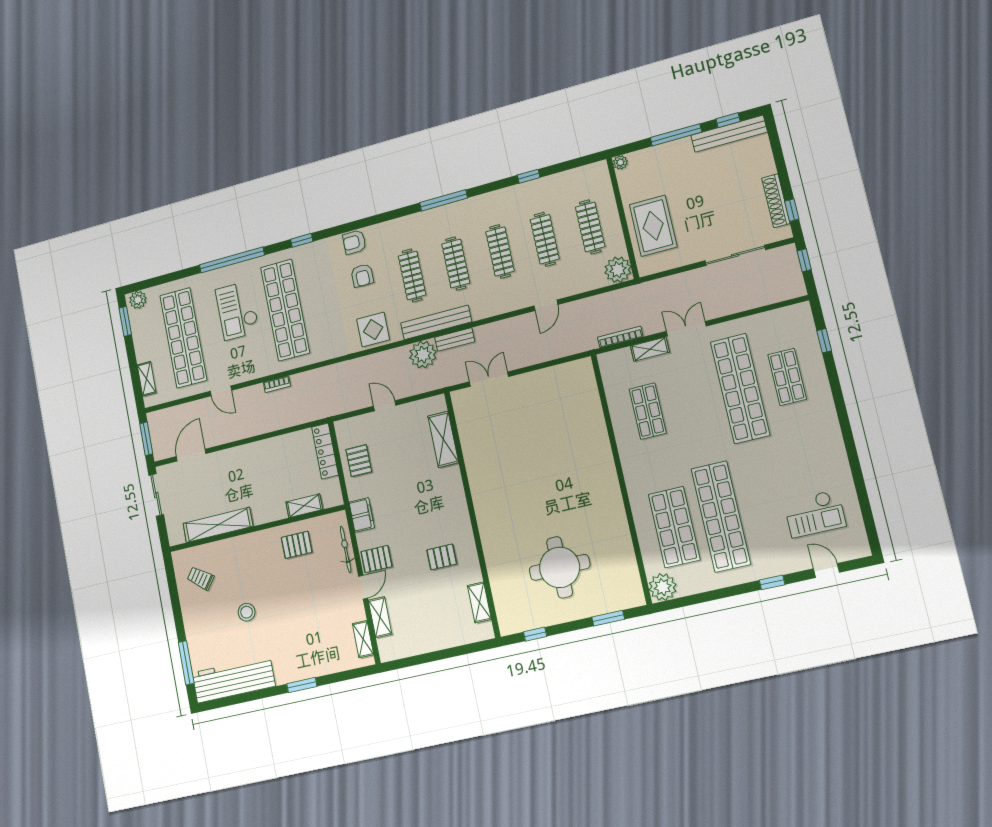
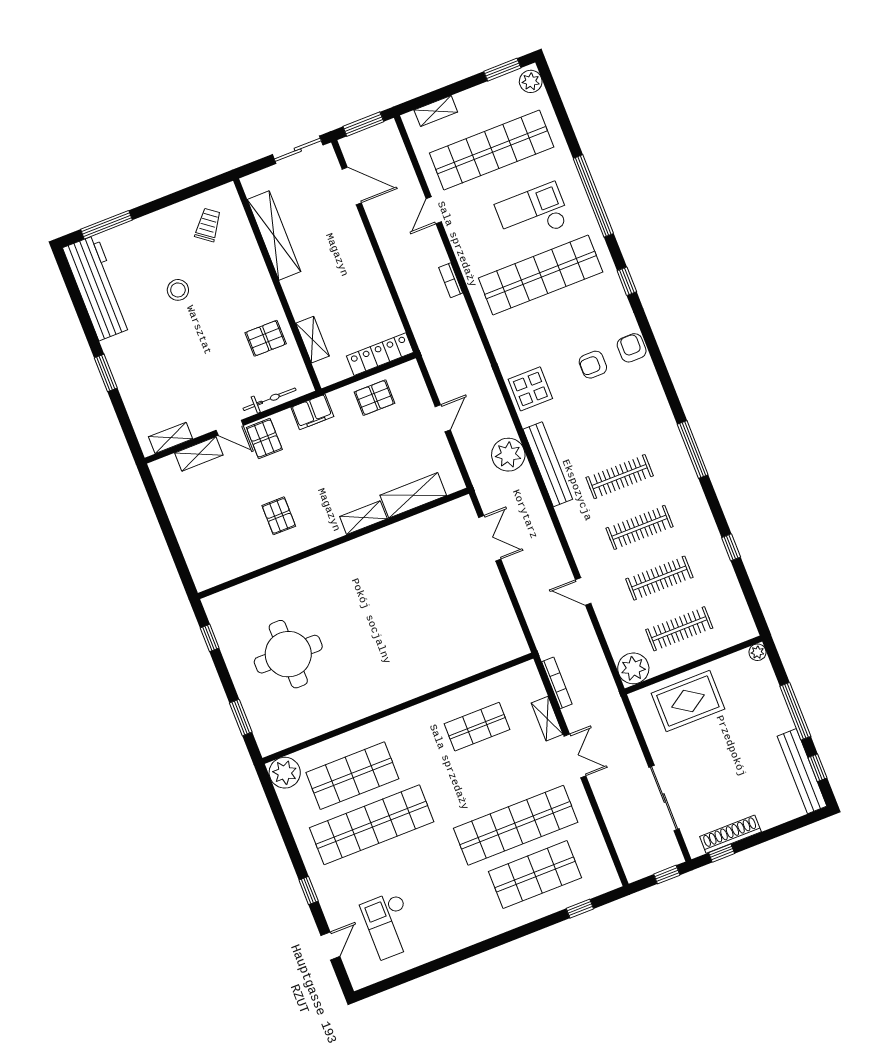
clothes rail: (412, 275) -> (600, 426), removed
bench: (455, 339) -> (531, 490), removed
shop shelf: (787, 377) -> (535, 875), width x1.43, depth x1.36
pallet: (297, 545) -> (266, 338), turned 90
shelving: (479, 602) -> (363, 518), moved

